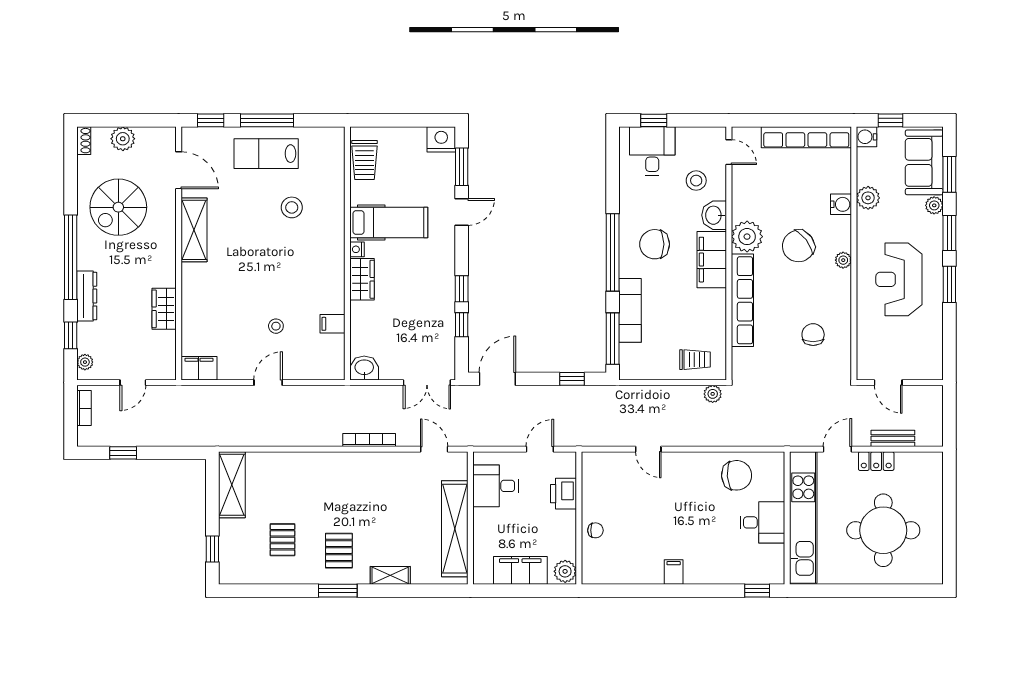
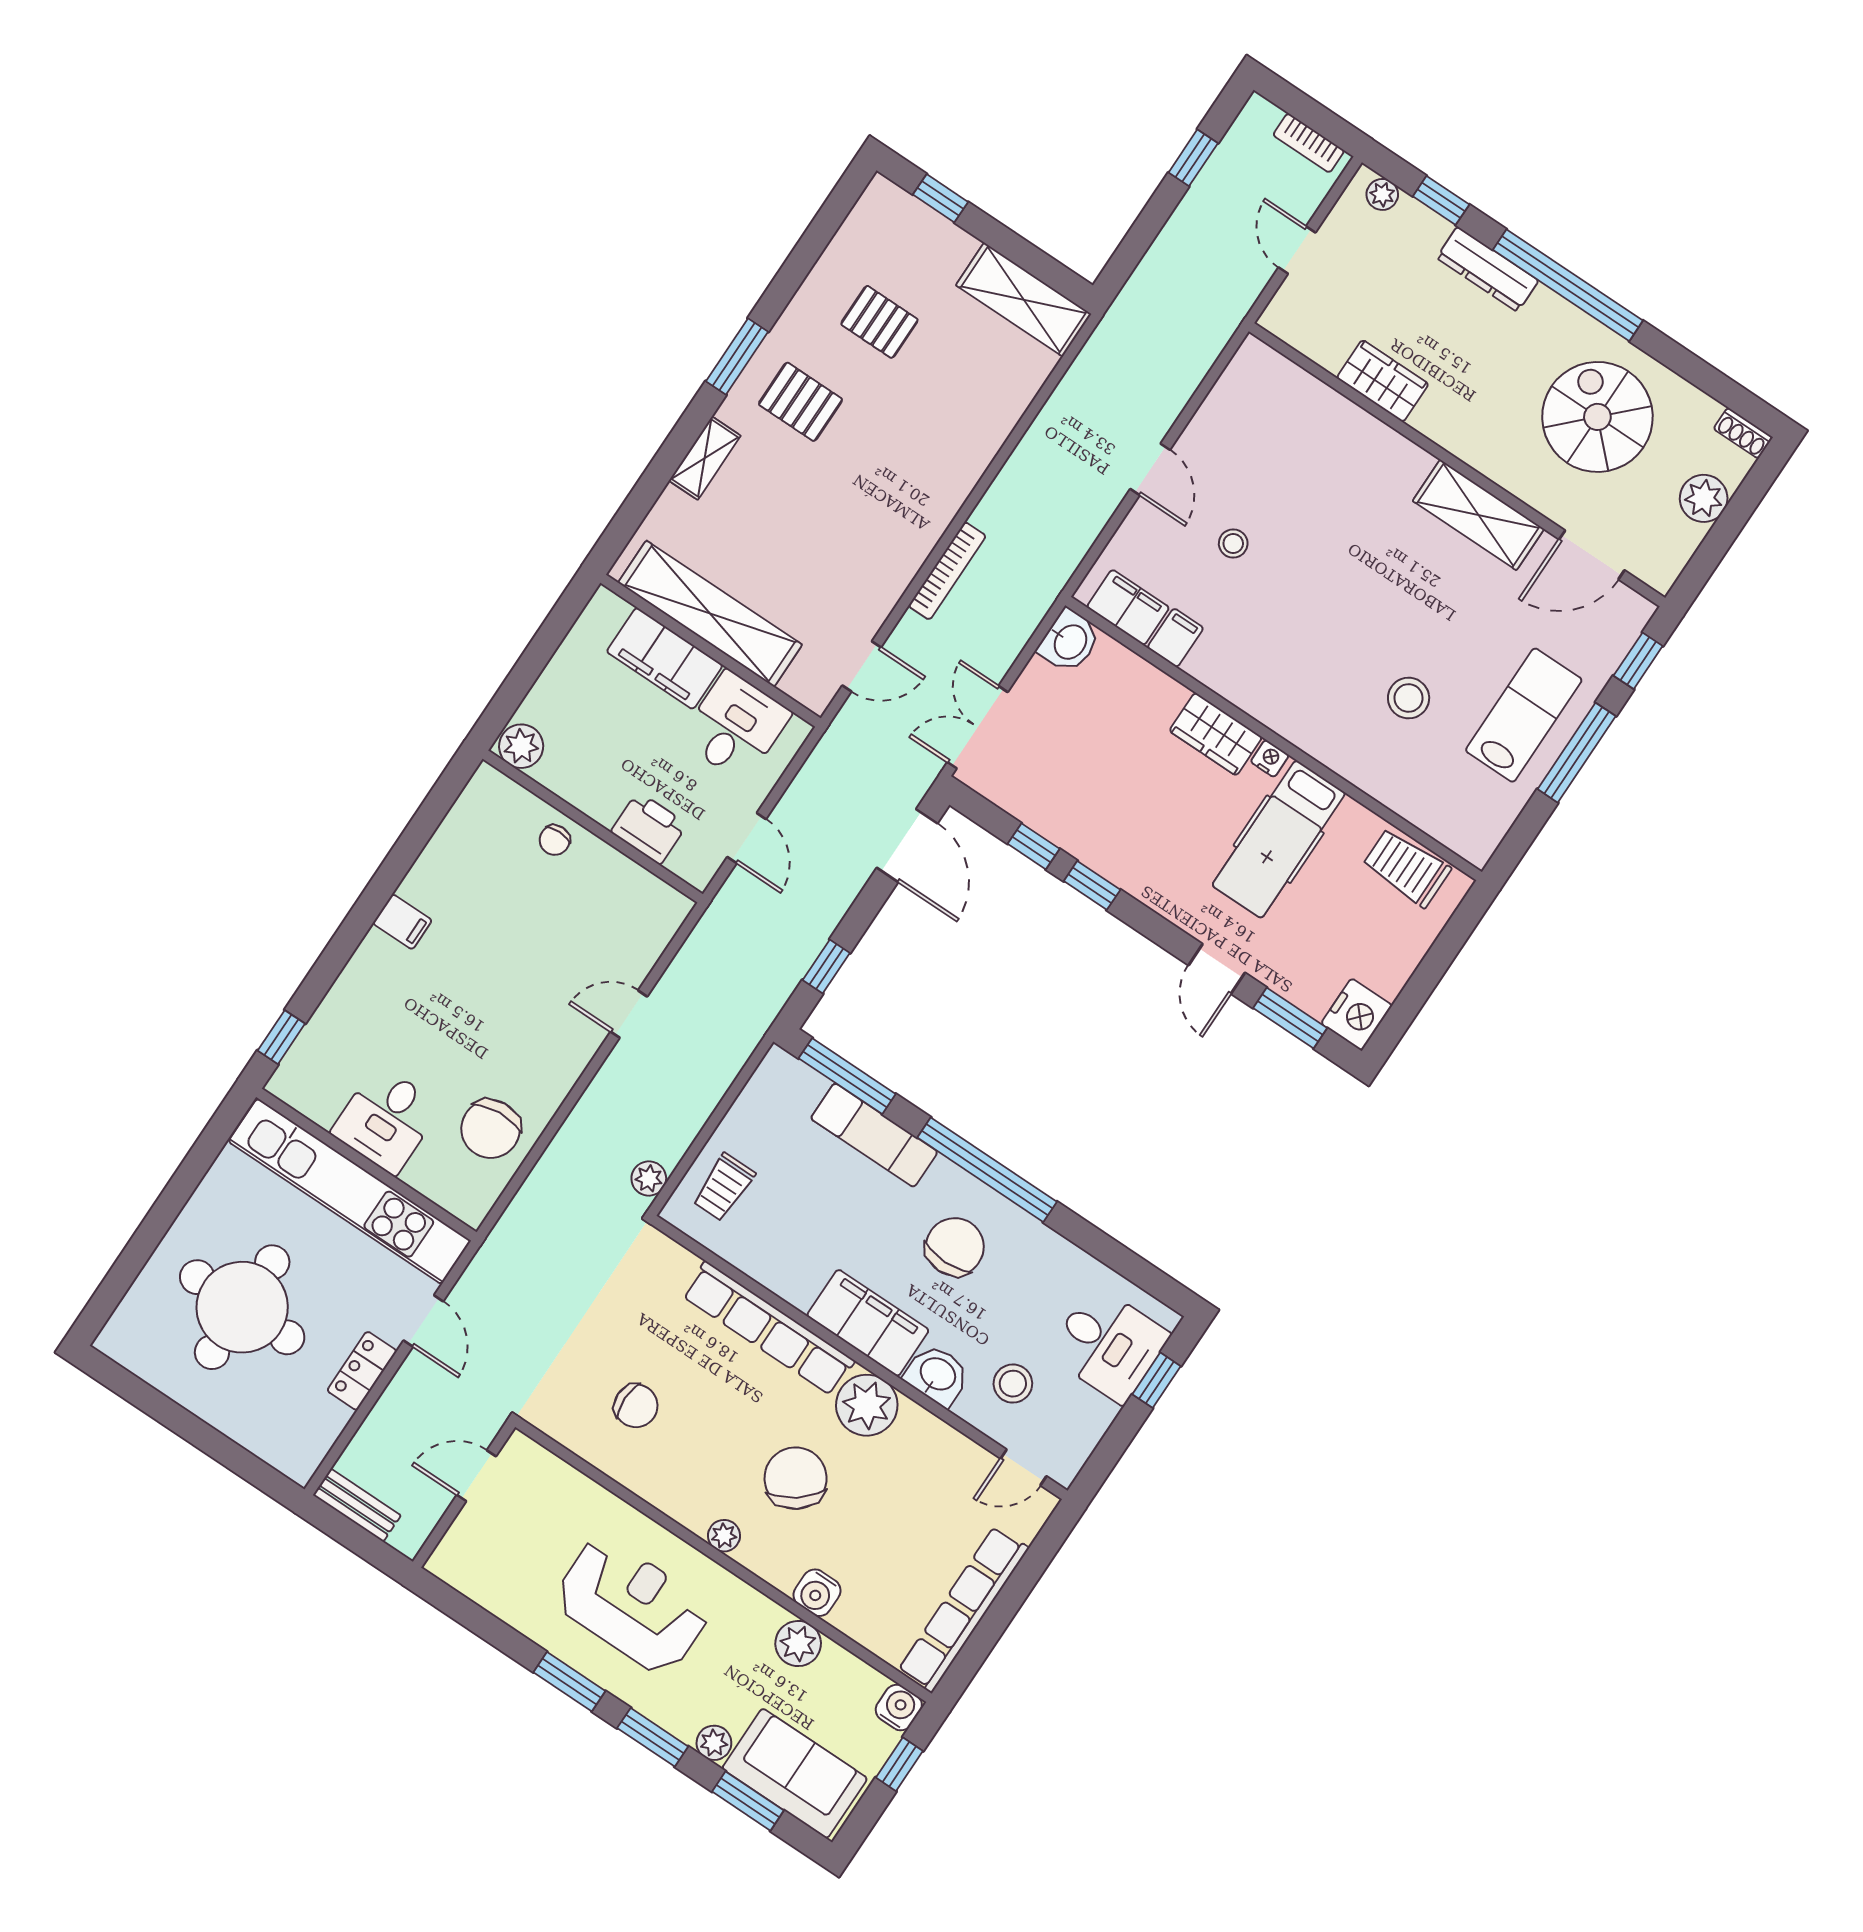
filing cabinet: (199, 368) -> (1128, 607), moved, turned -90
bench: (893, 438) -> (357, 1505), moved, turned 90
filing cabinet: (520, 570) -> (665, 658), moved, turned 90

